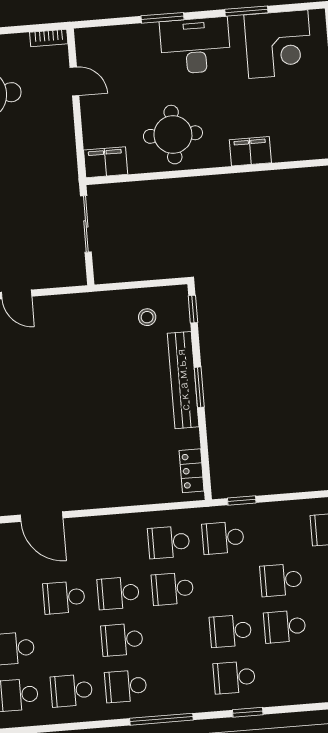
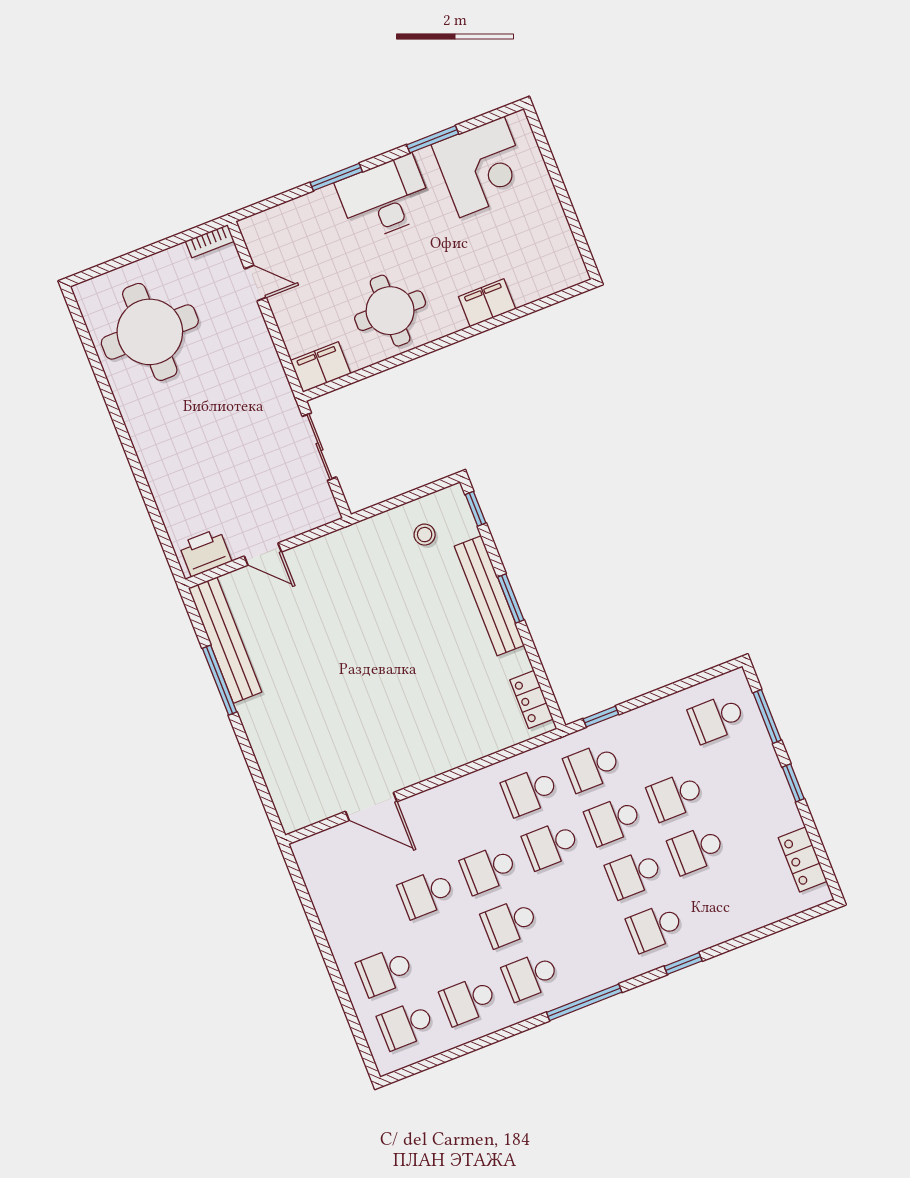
school desk: (227, 584) -> (613, 821), added

